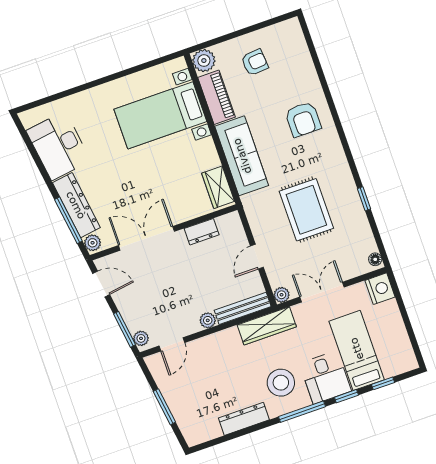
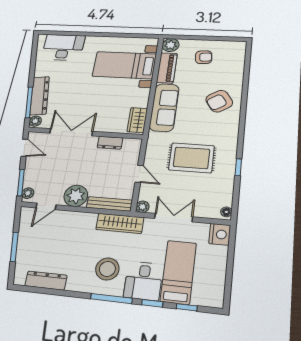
armchair: (303, 119) -> (219, 101), turned 57
desk: (58, 146) -> (63, 47), moved, turned 98
rug: (306, 210) -> (192, 158), turned 90
door: (257, 257) -> (139, 174), swing flipped
plant: (208, 320) -> (76, 196), width x1.87, depth x1.87
dresser: (244, 419) -> (46, 281), moved

